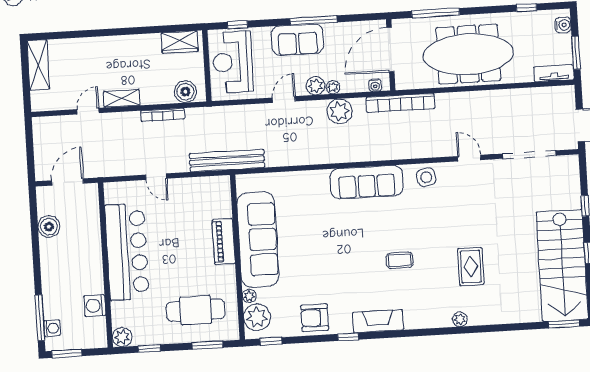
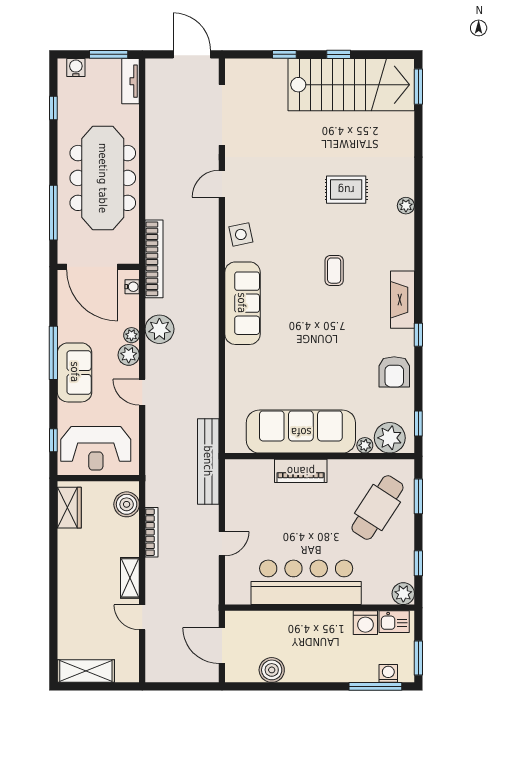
cafe table: (196, 310) -> (377, 508), turned 33
kitchen sink: (97, 331) -> (394, 622), added

